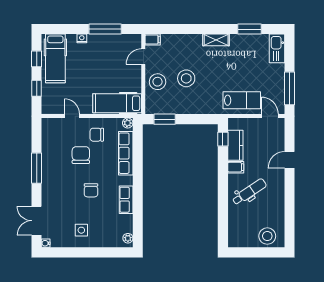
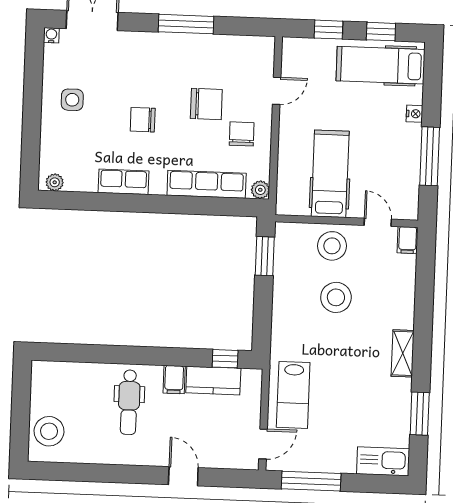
hospital bed: (117, 103) -> (330, 174), moved
dental chair: (249, 192) -> (129, 402), turned 34

